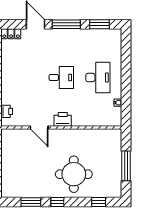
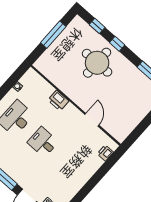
printer: (63, 119) -> (58, 101), moved
window: (57, 202) -> (117, 44), moved

